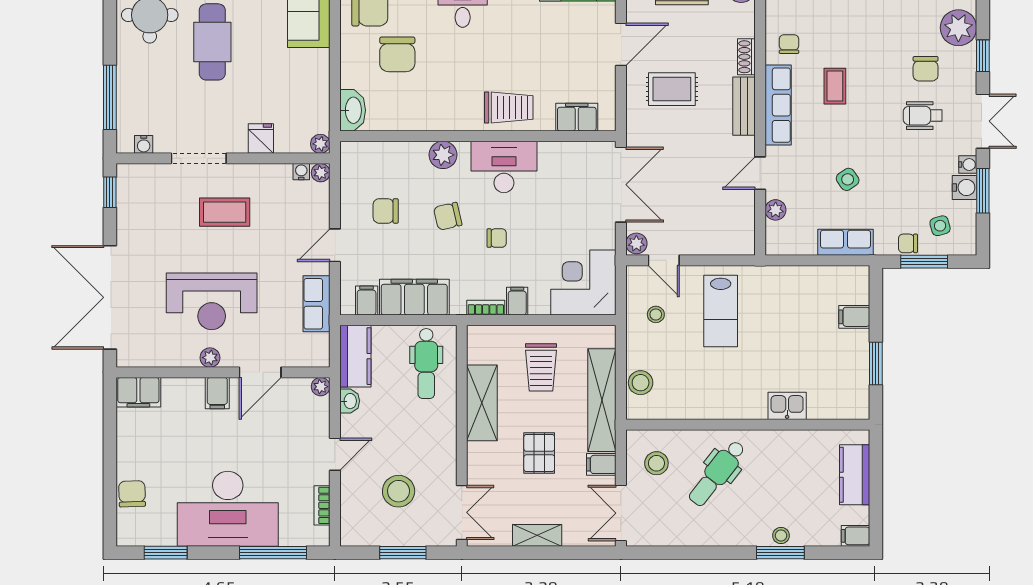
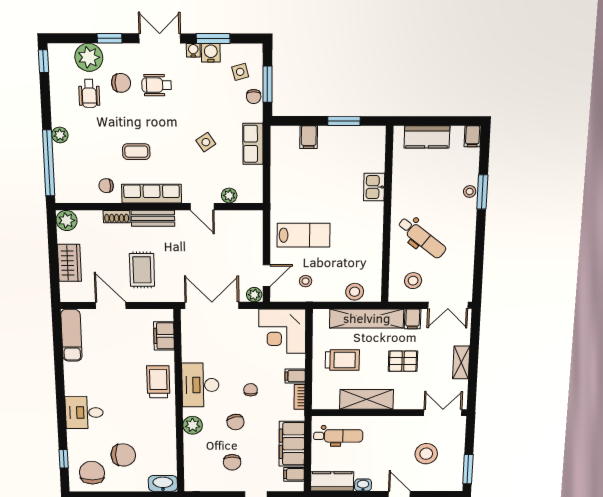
wheelchair: (912, 26) -> (89, 94), added
wheelchair: (923, 116) -> (157, 85), turned 90
window: (403, 553) -> (468, 469), moved

